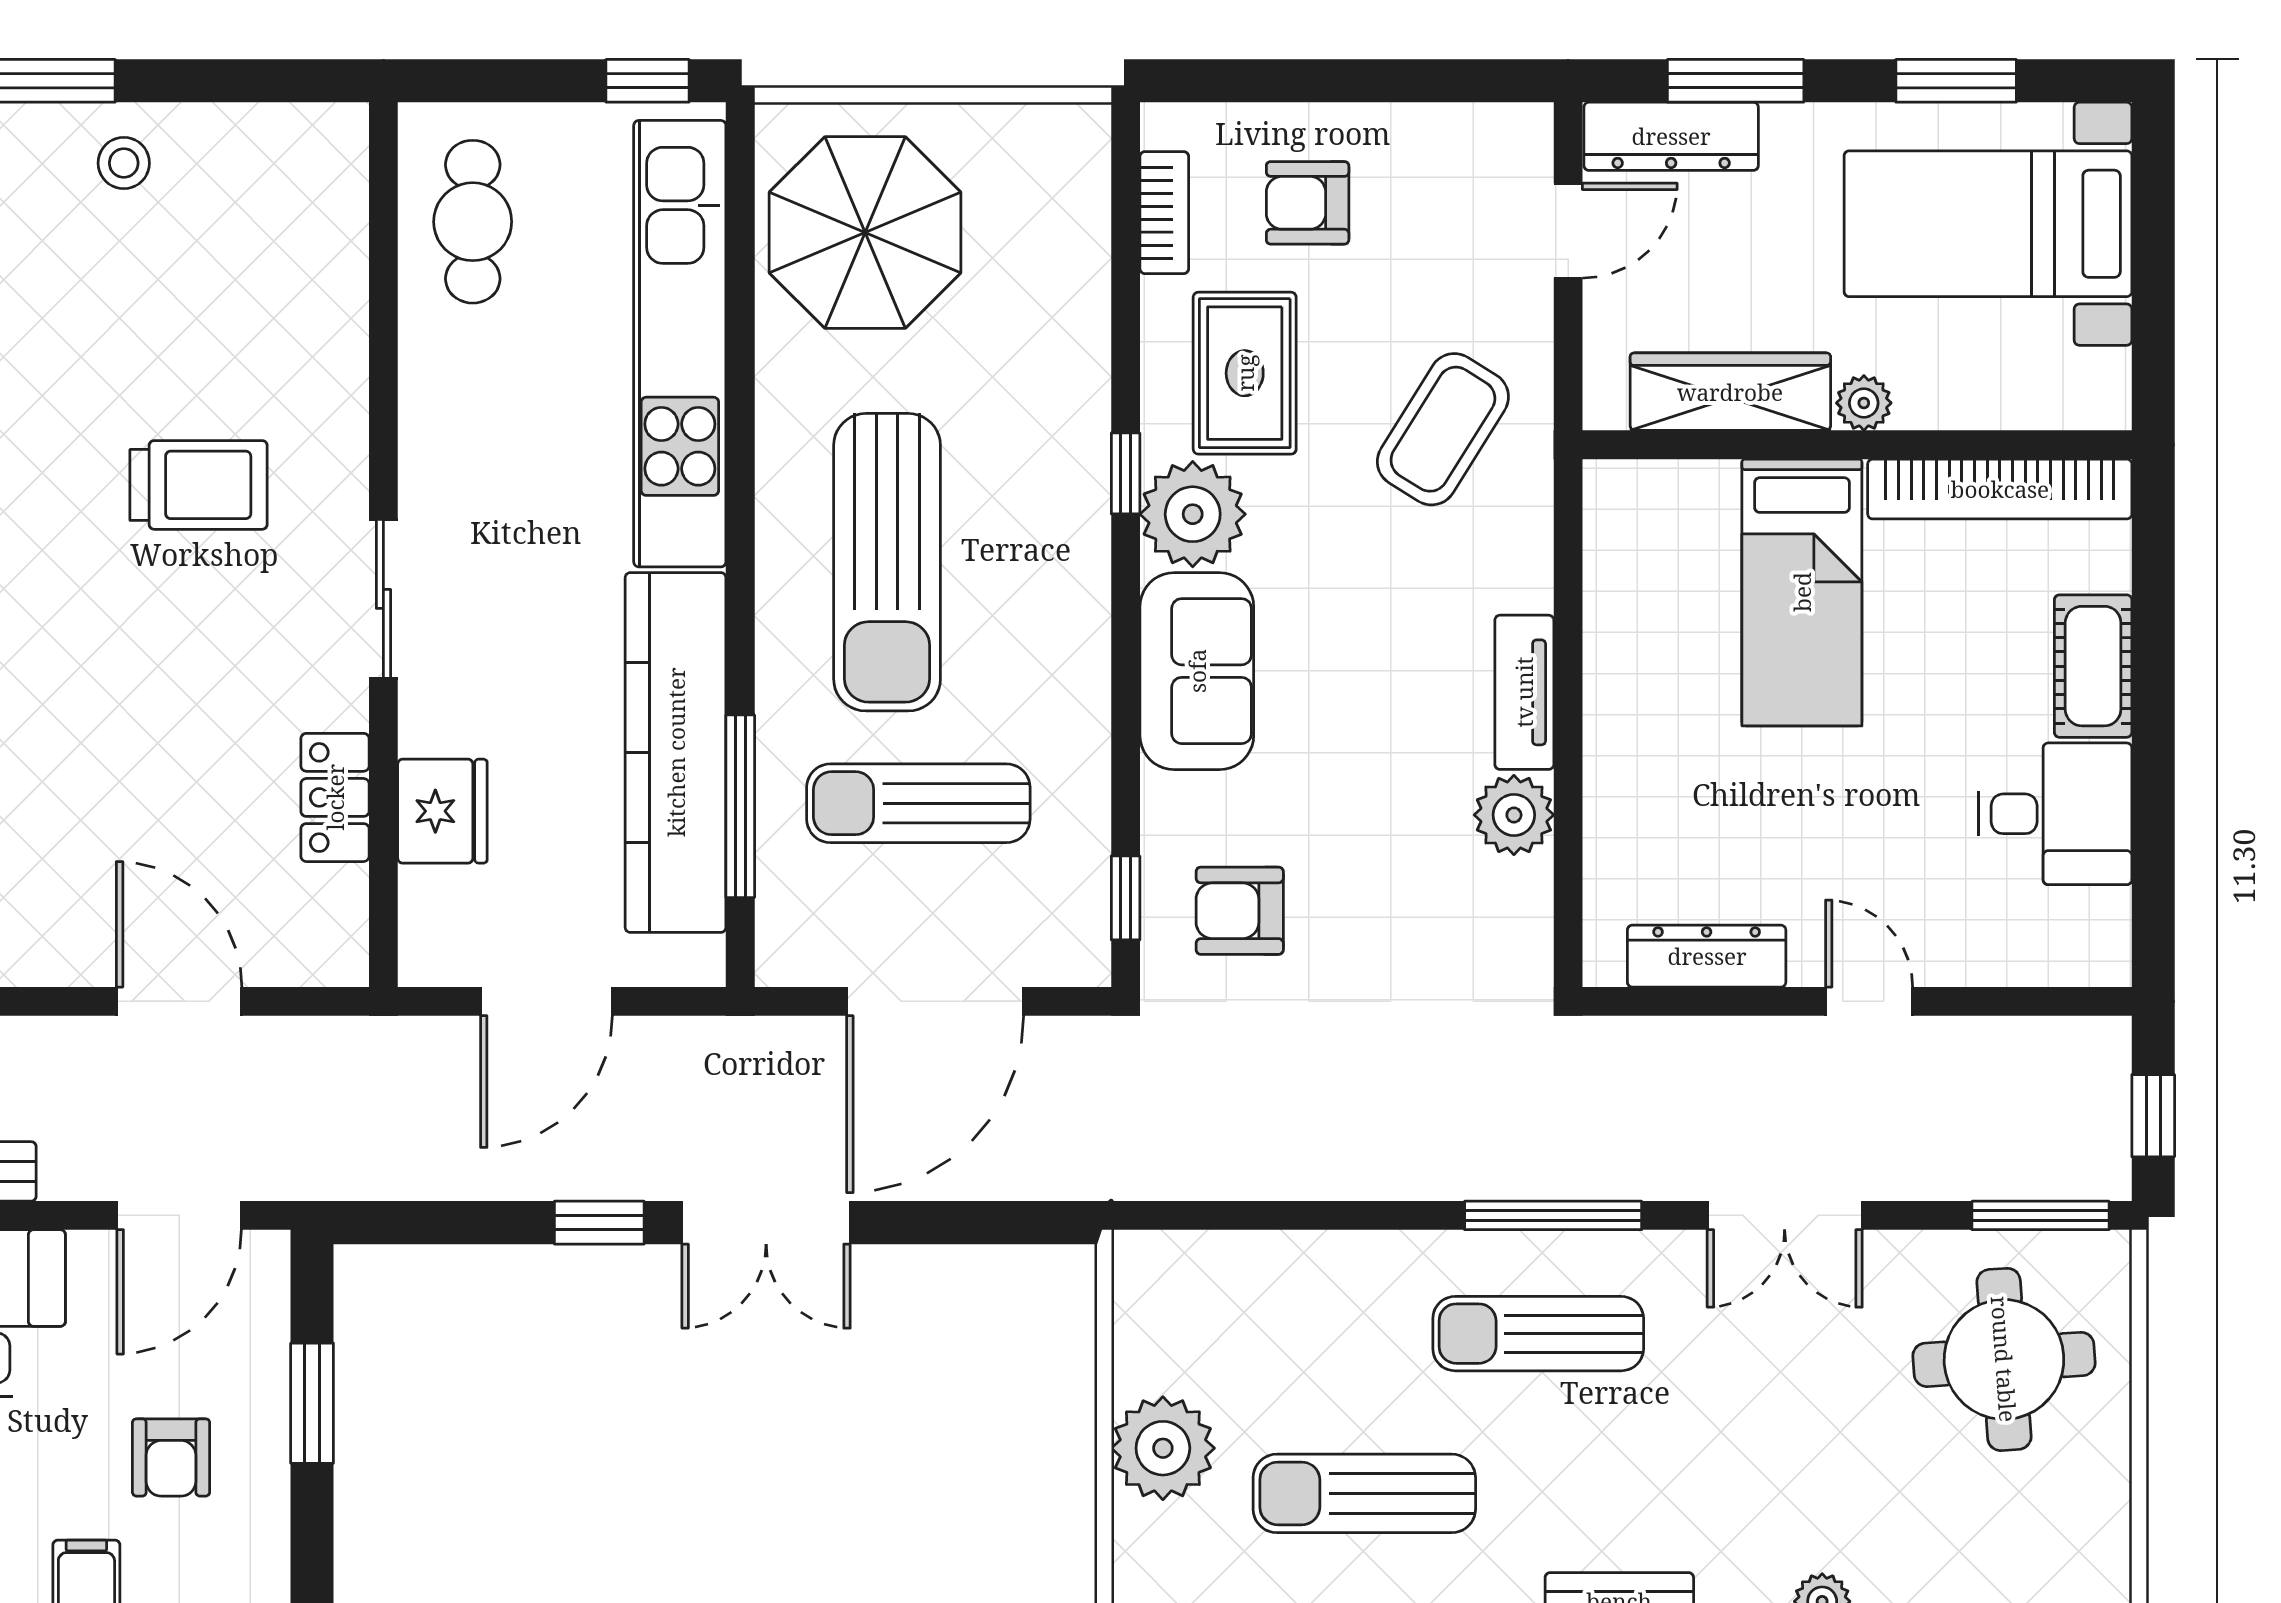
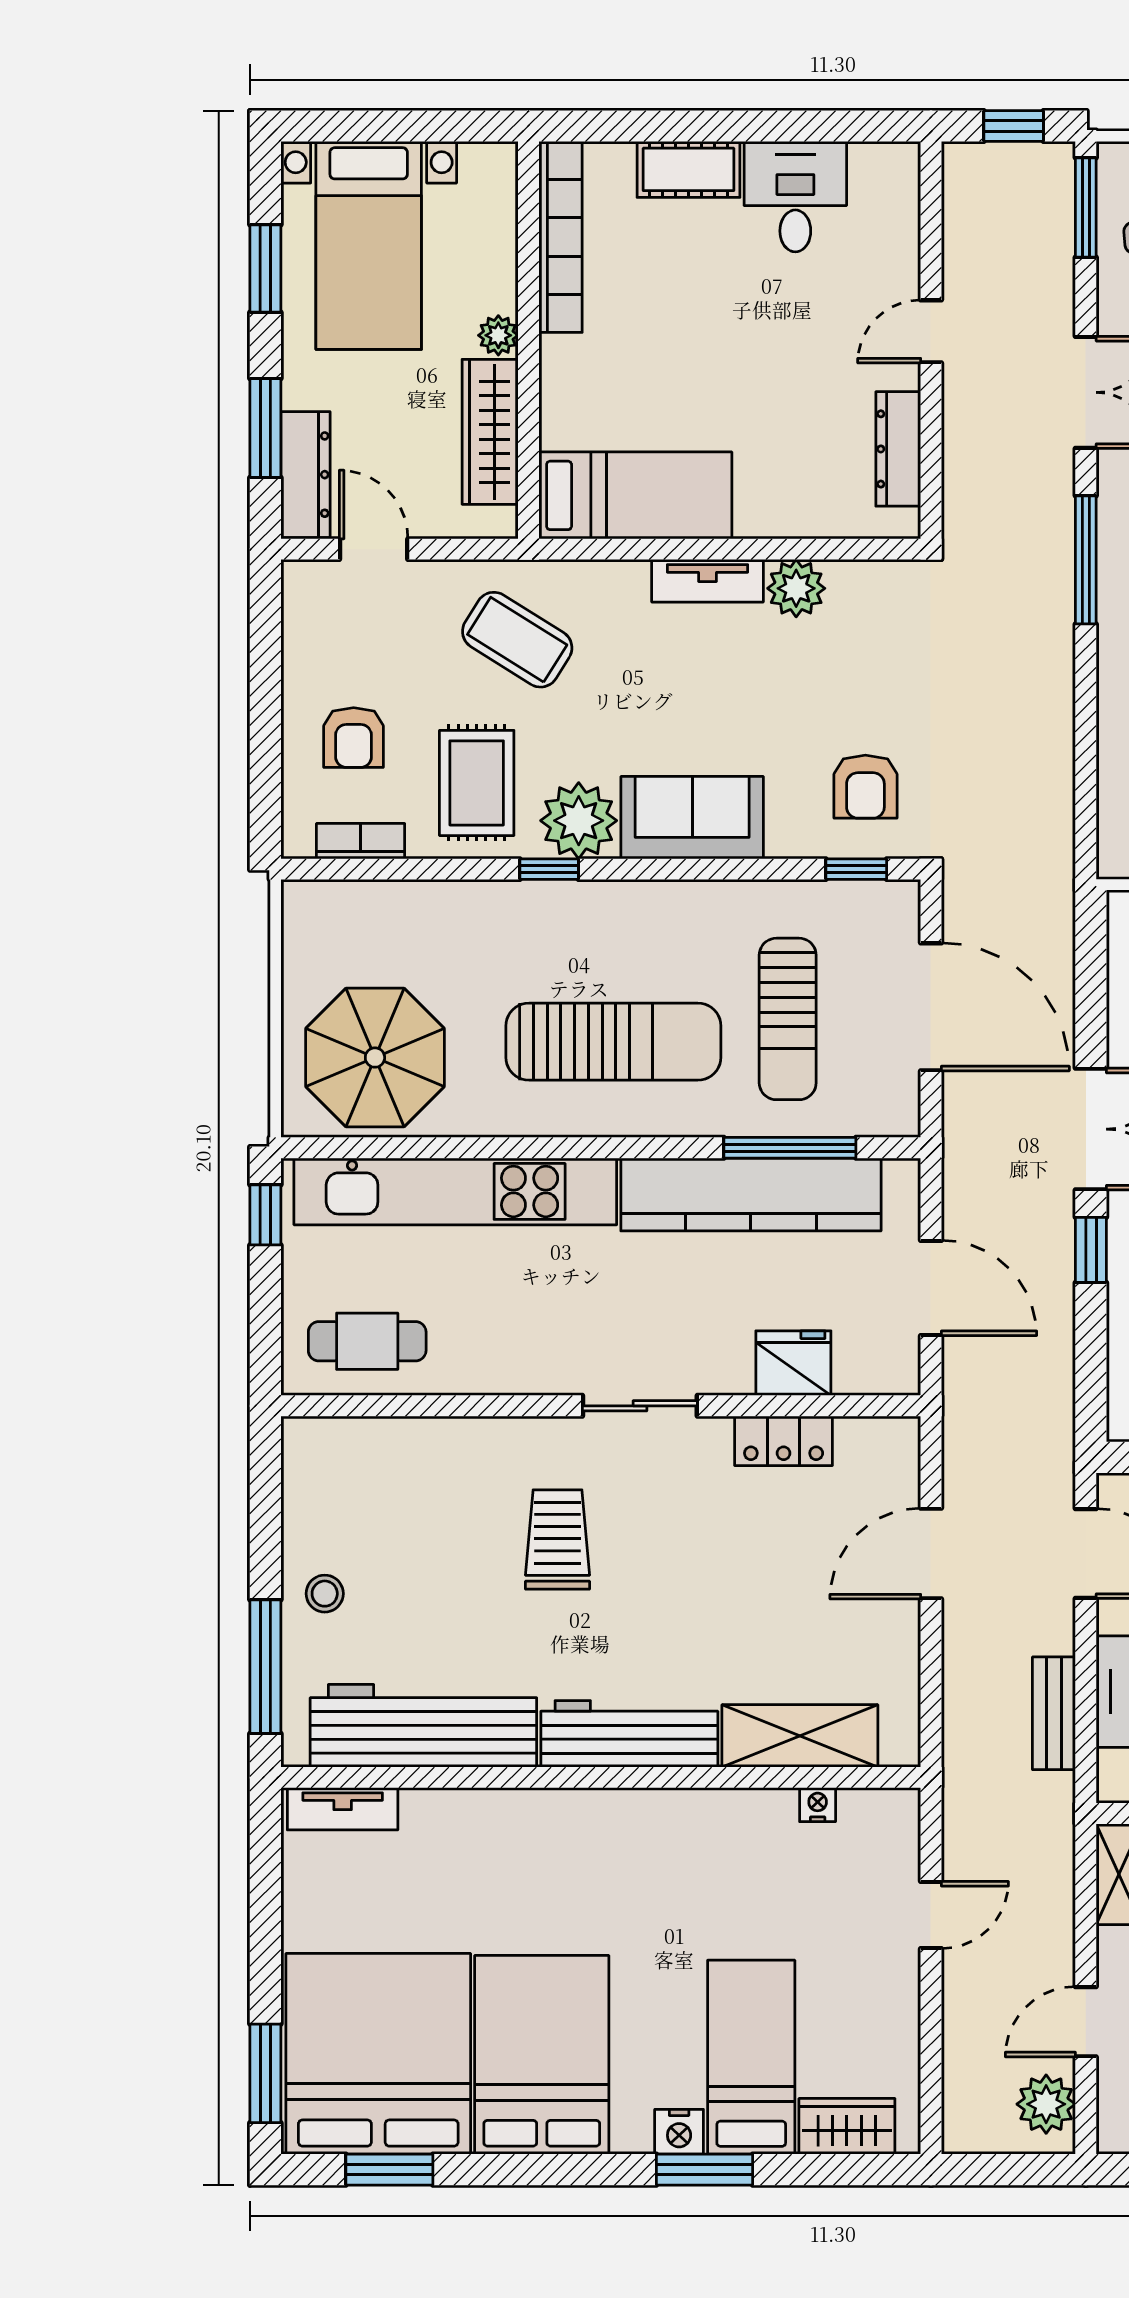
rug: (1245, 373) -> (477, 783), turned 90
bed: (1802, 592) -> (635, 495), moved

